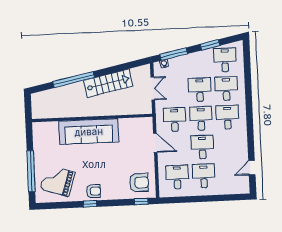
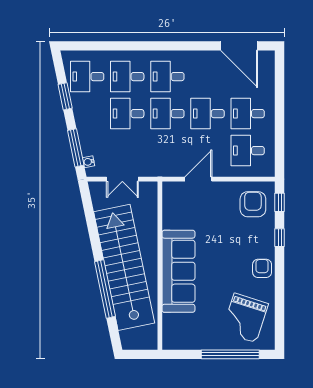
stairs: (108, 83) -> (124, 267), width x1.86, depth x1.51
double door: (153, 88) -> (122, 179), swing flipped
desk: (175, 120) -> (167, 151), removed
door: (252, 168) -> (239, 46), width x1.87
window: (90, 204) -> (280, 238), moved

